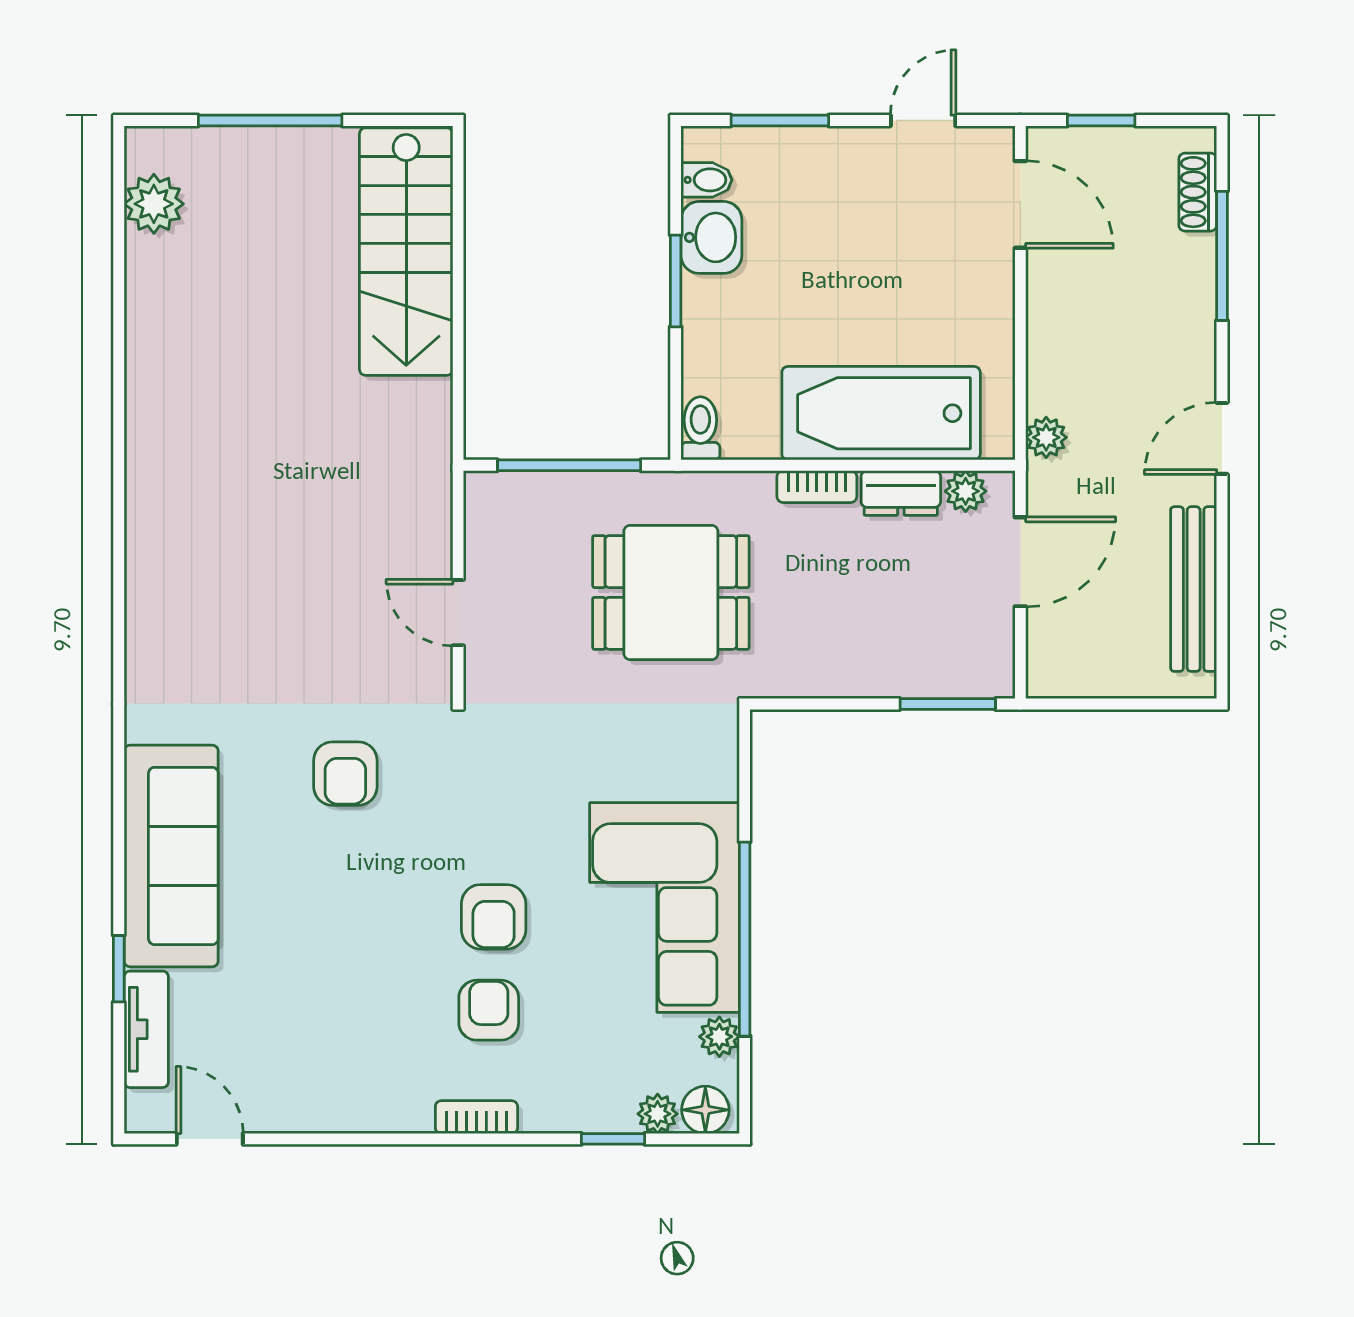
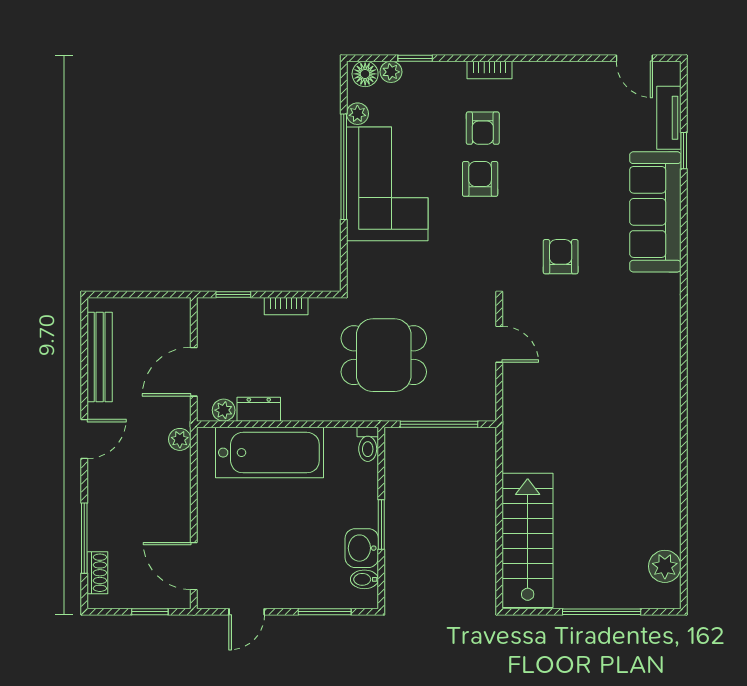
bookcase: (817, 487) -> (286, 306), moved, turned 180
window: (948, 704) -> (233, 295), width x0.67

